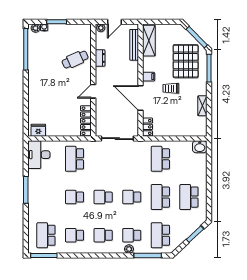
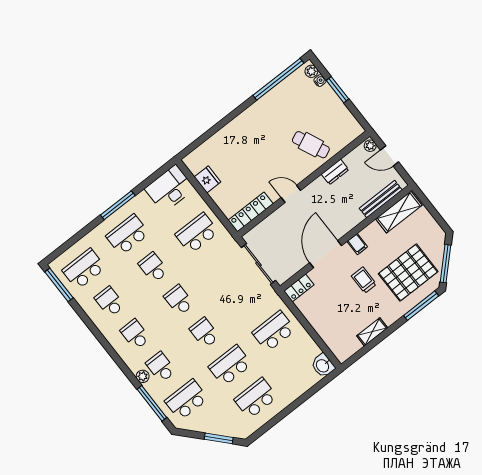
fridge: (38, 130) -> (207, 179), moved
school desk: (46, 197) -> (128, 235), added

